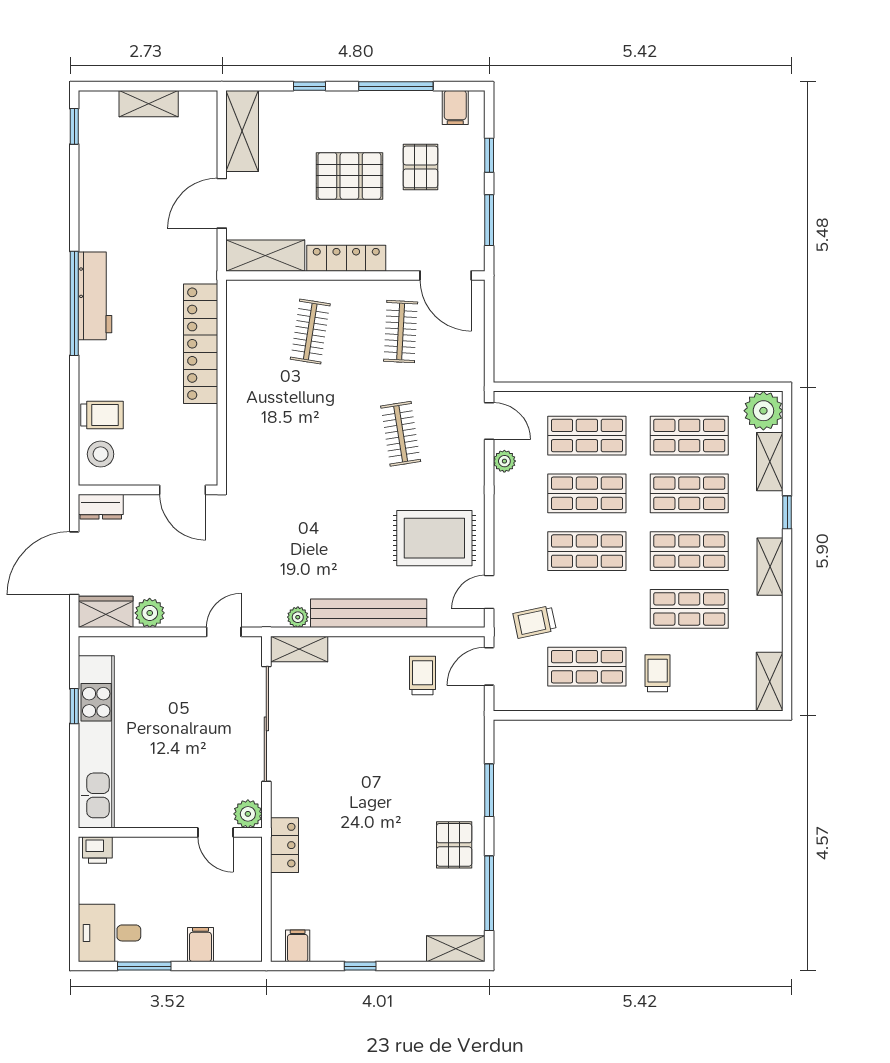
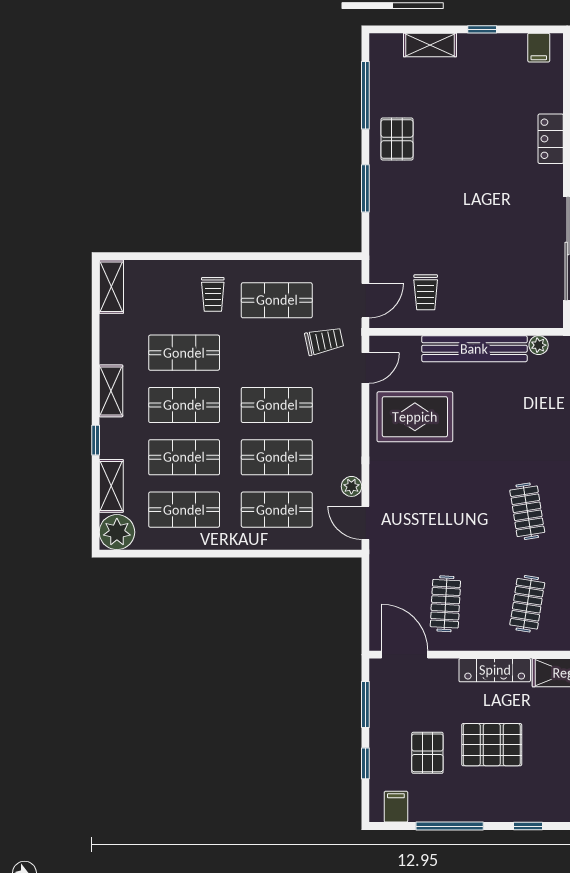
clothes rail: (401, 434) -> (527, 511), moved
shelving: (299, 649) -> (537, 316), removed
shelving: (456, 949) -> (430, 45), moved

